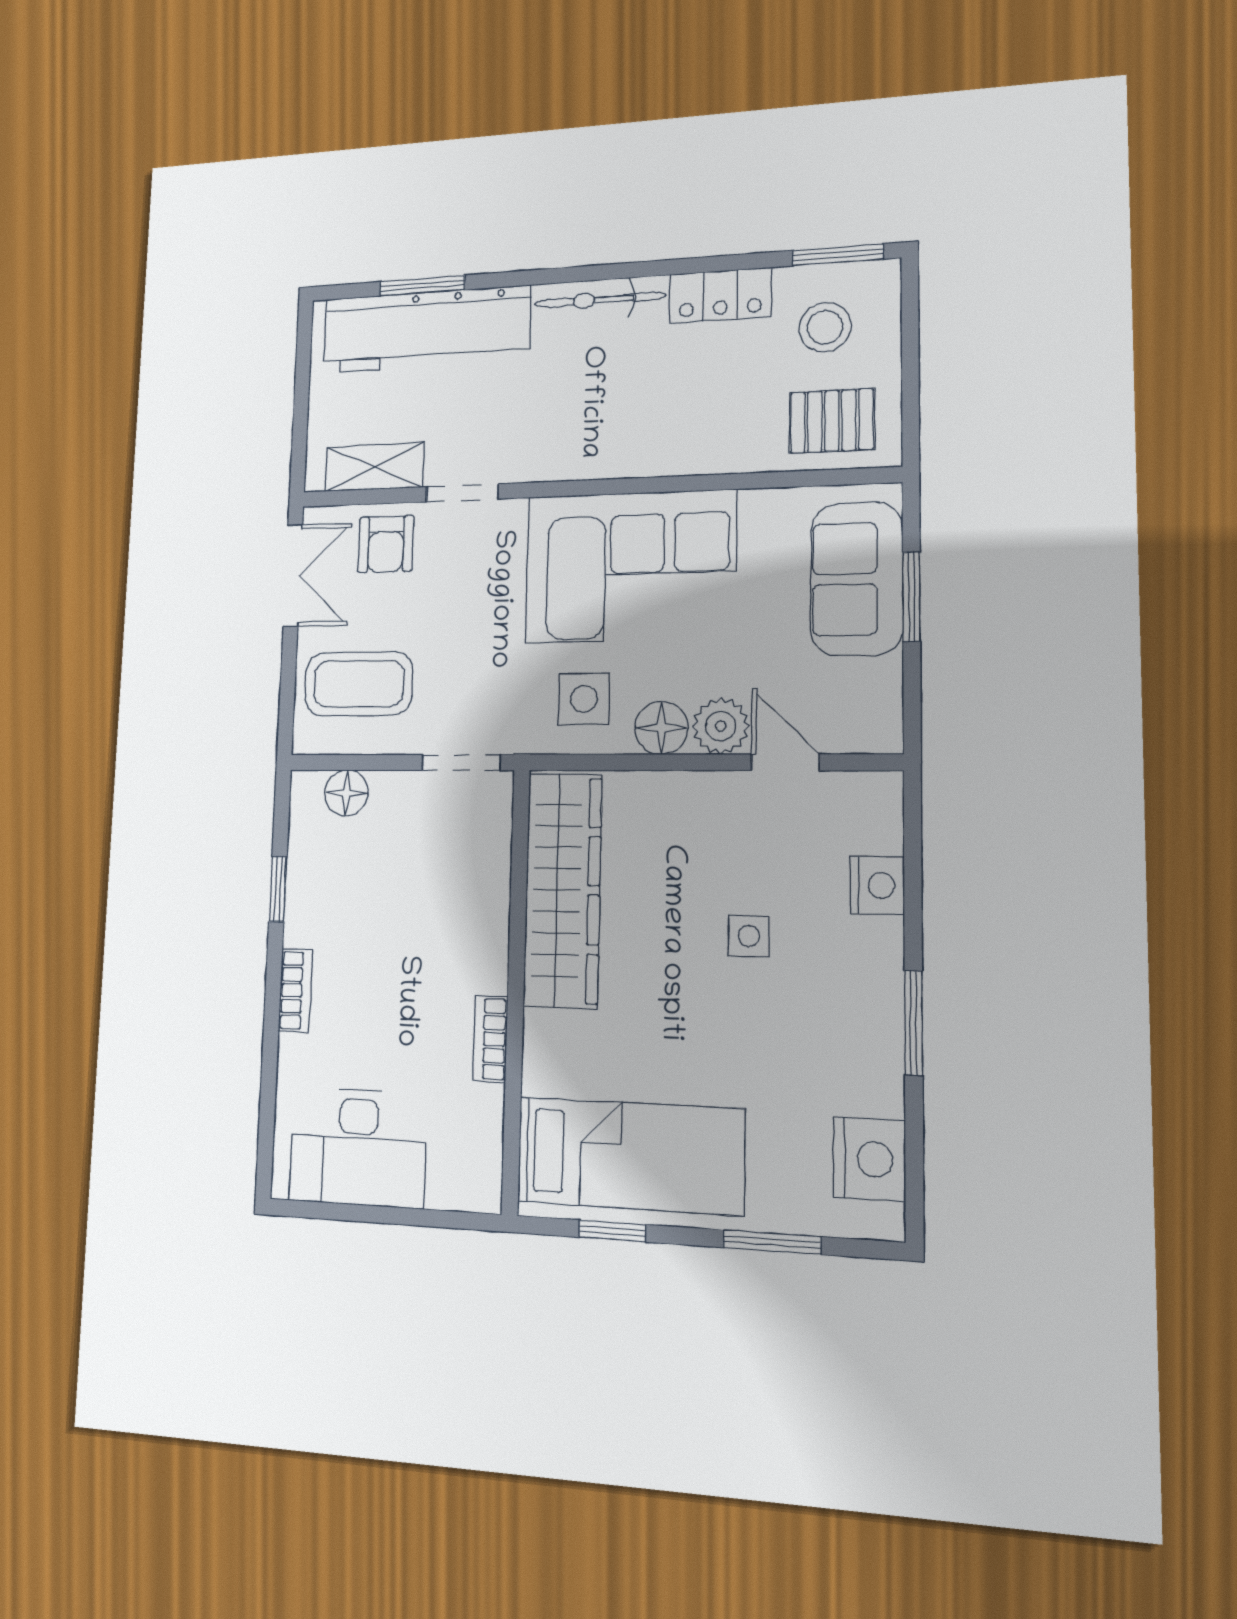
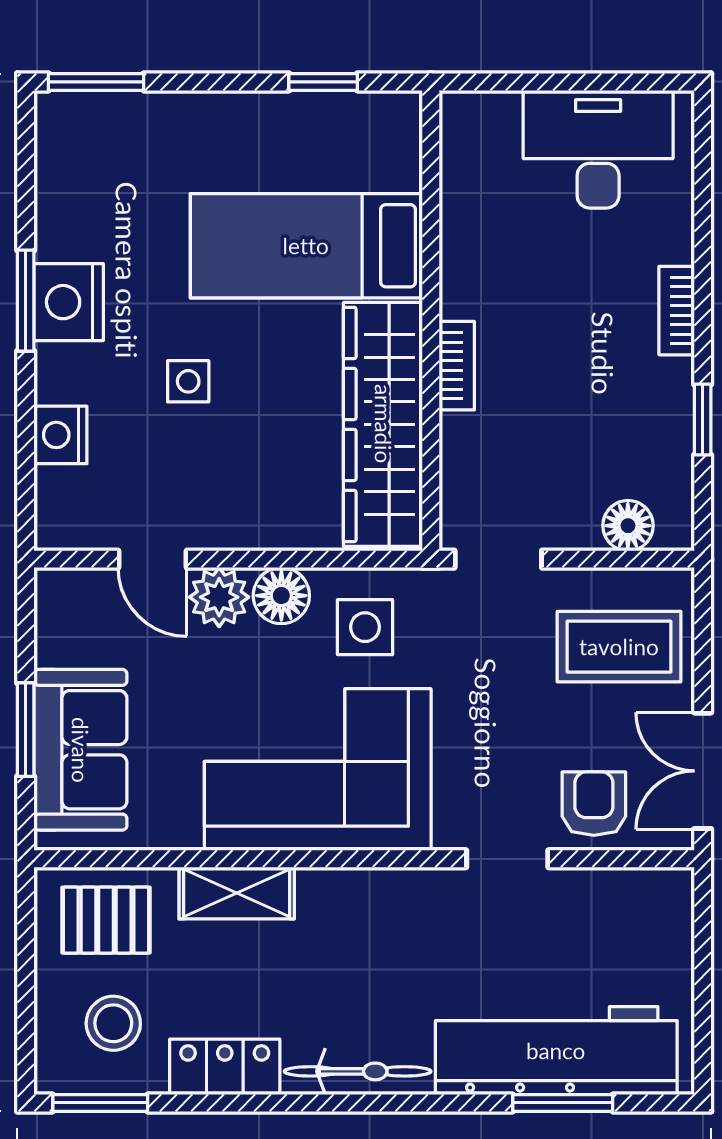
shelving: (375, 467) -> (237, 893), moved
bookcase: (490, 1039) -> (457, 366), moved
bed: (630, 1155) -> (306, 246), moved
nightstand: (869, 1159) -> (69, 302), moved
window: (772, 1242) -> (96, 82), moved

